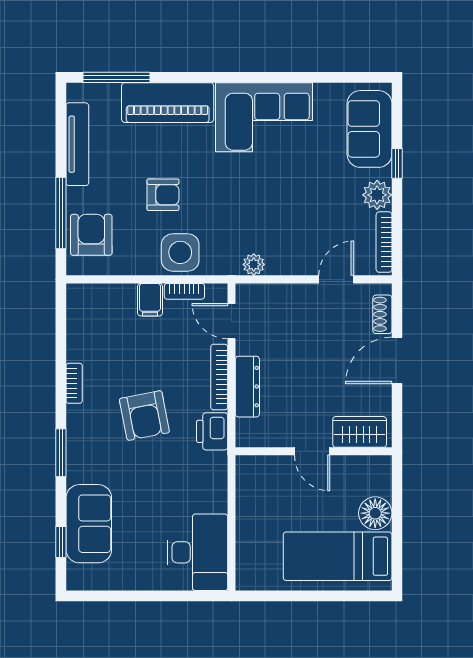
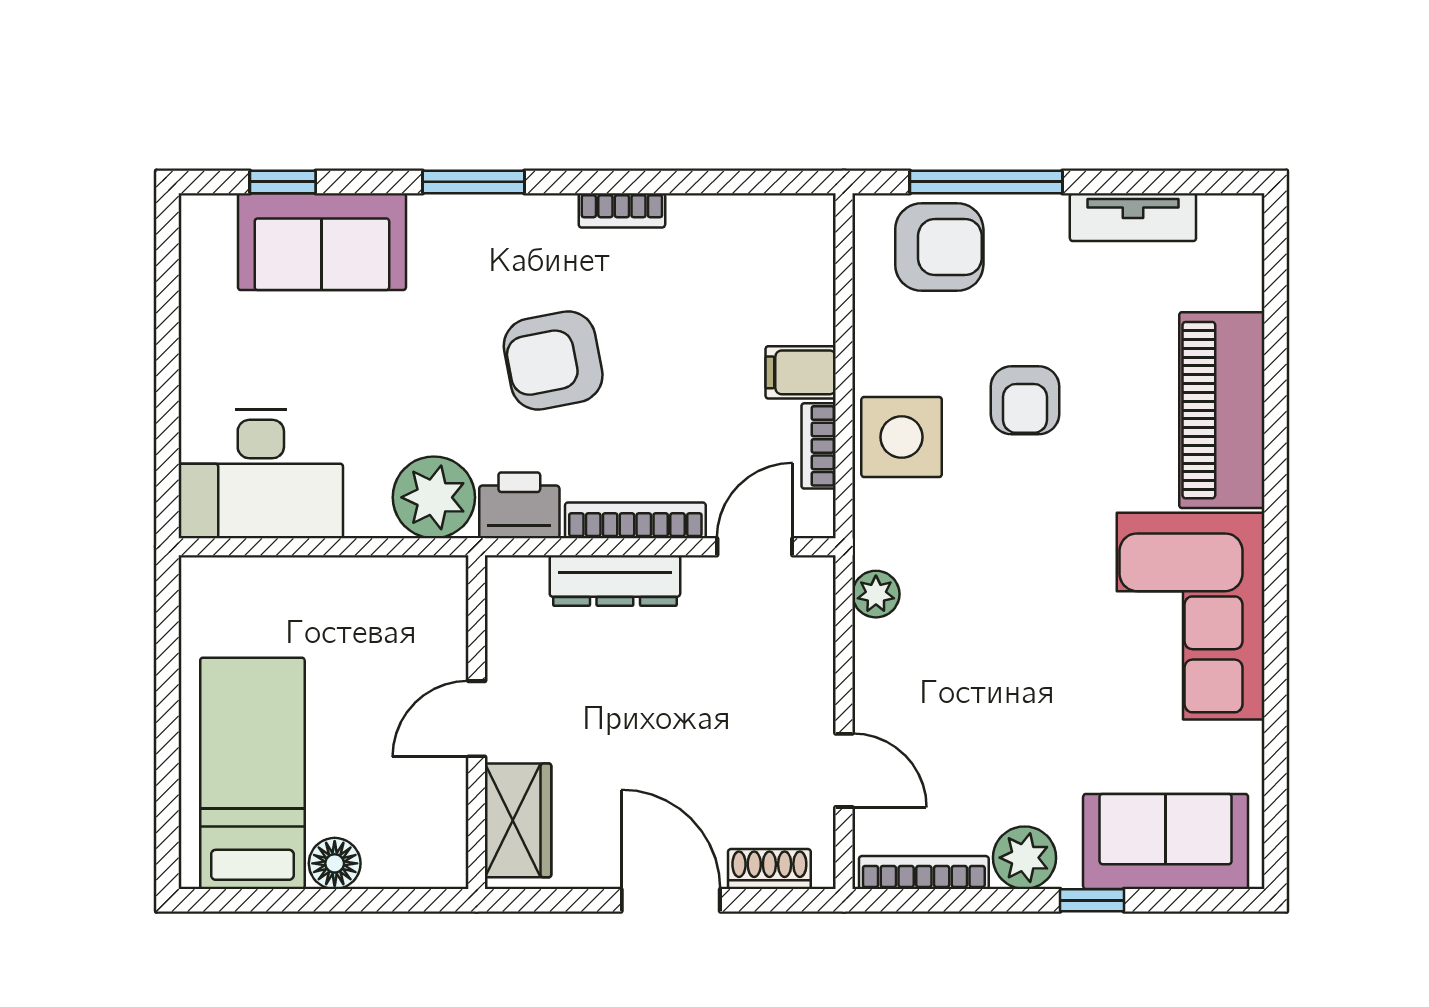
window: (116, 77) -> (1276, 301), removed
tv unit: (77, 144) -> (1133, 217), width x0.71
plant: (208, 471) -> (434, 497), added
floor lamp: (375, 513) -> (335, 863), width x0.73, depth x0.73

